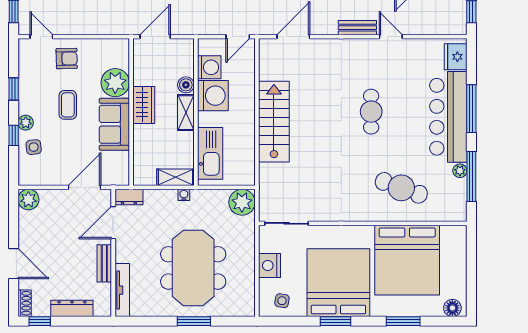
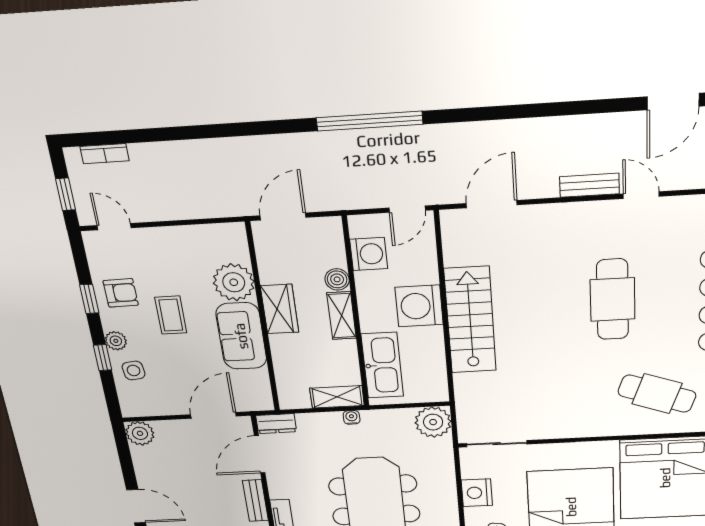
armchair: (67, 59) -> (121, 293), moved
washing machine: (213, 96) -> (419, 306), moved, turned 180
cafe table: (371, 112) -> (612, 299), width x1.37, depth x1.35

